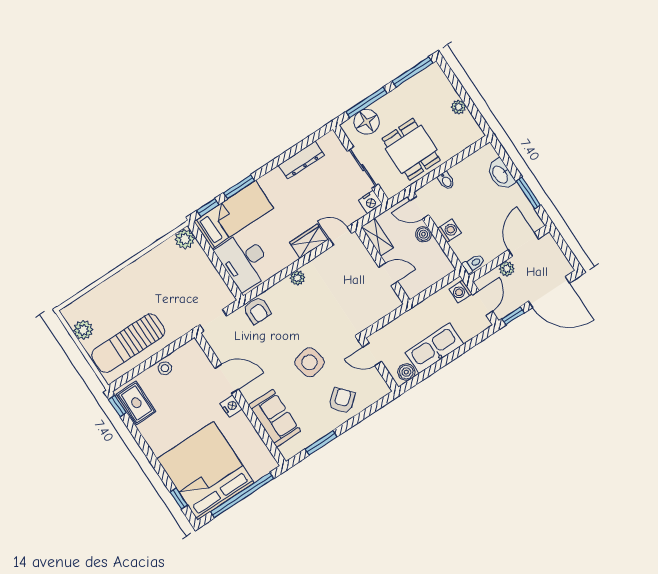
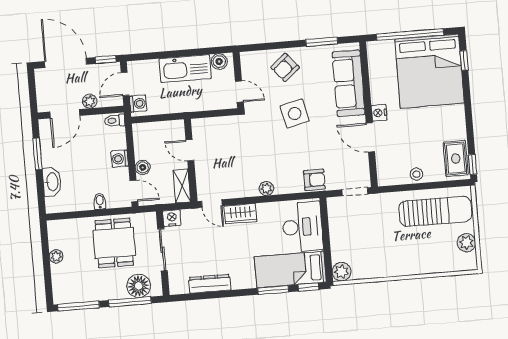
armchair: (257, 311) -> (314, 180), turned 90
sofa: (275, 418) -> (349, 83), width x1.36

